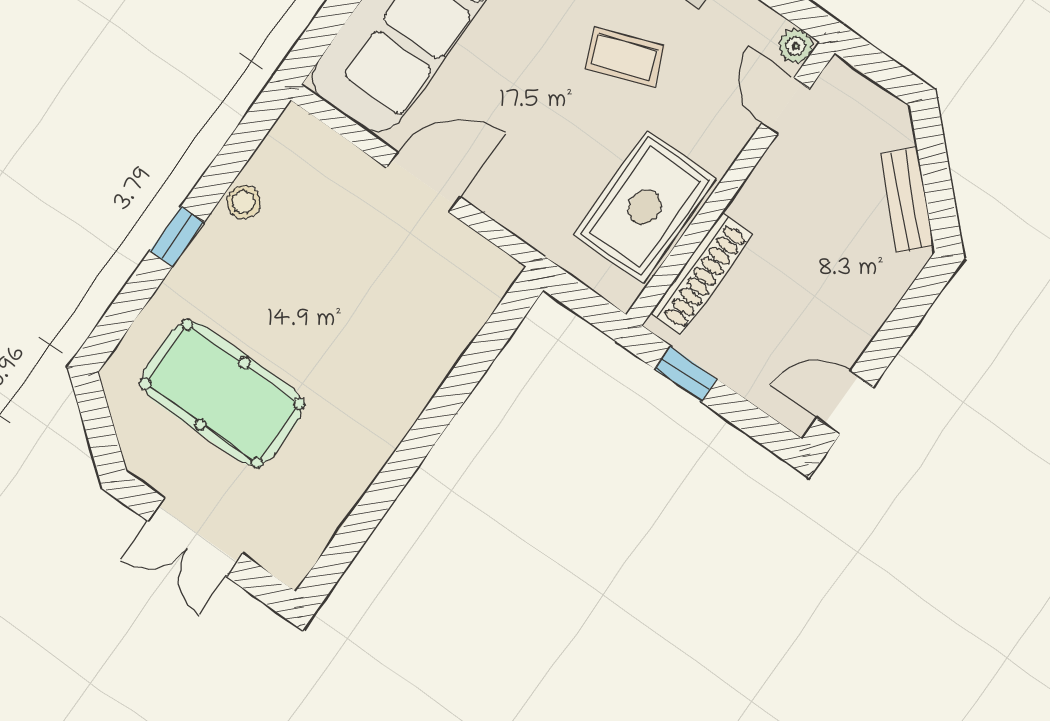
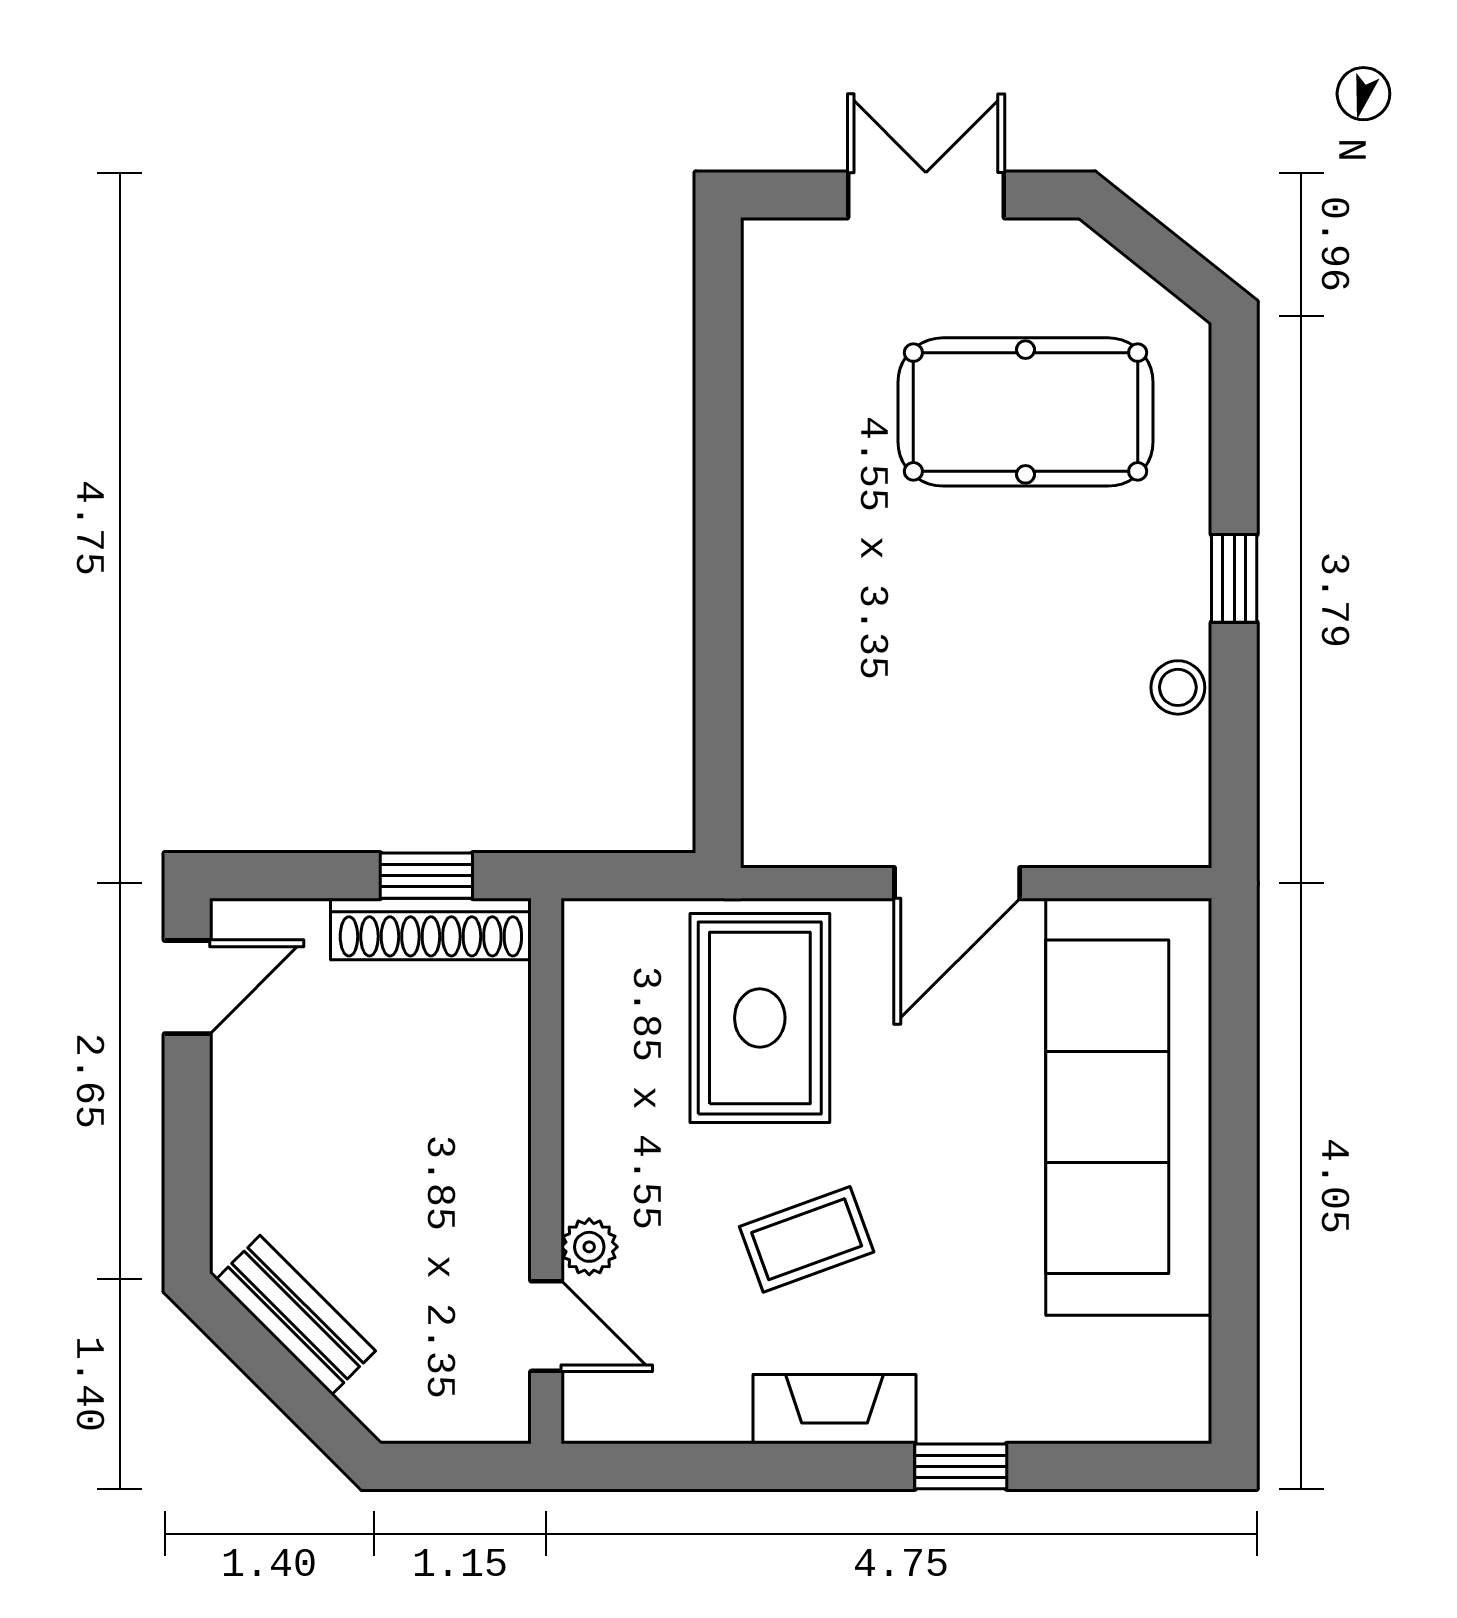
plant: (796, 46) -> (589, 1247), moved
rug: (645, 207) -> (760, 1018), moved
shoe rack: (701, 274) -> (431, 929), moved, turned -90

